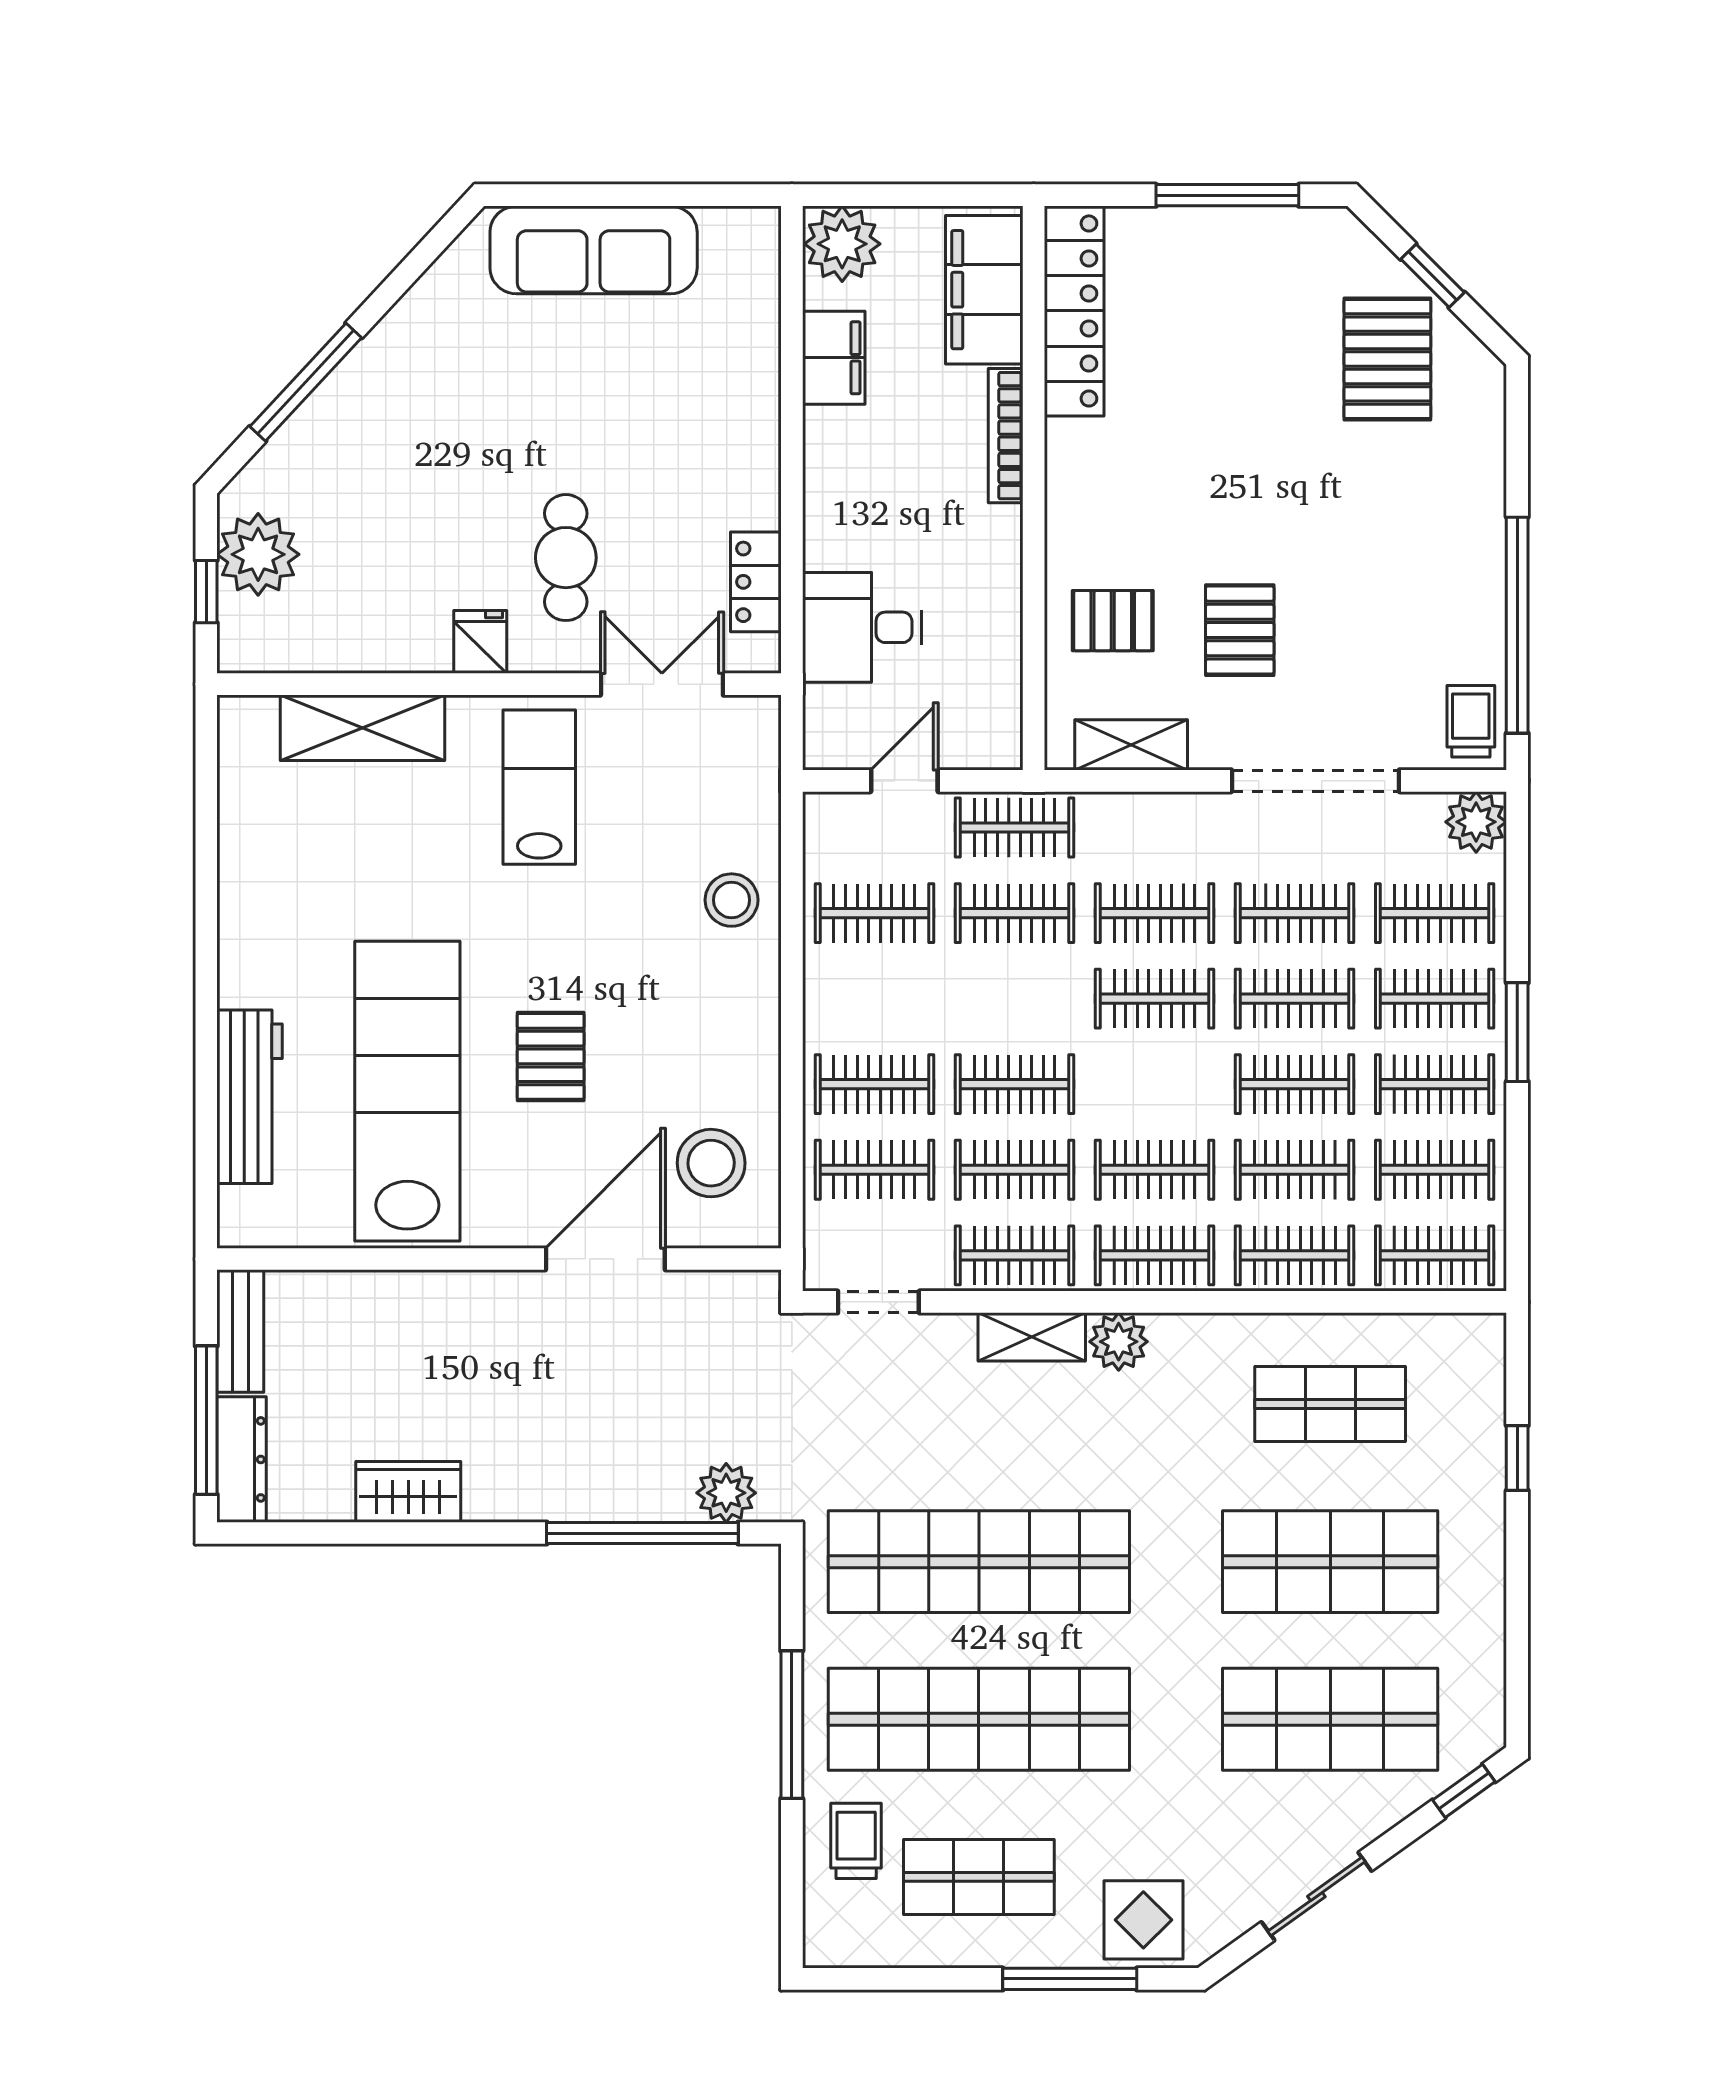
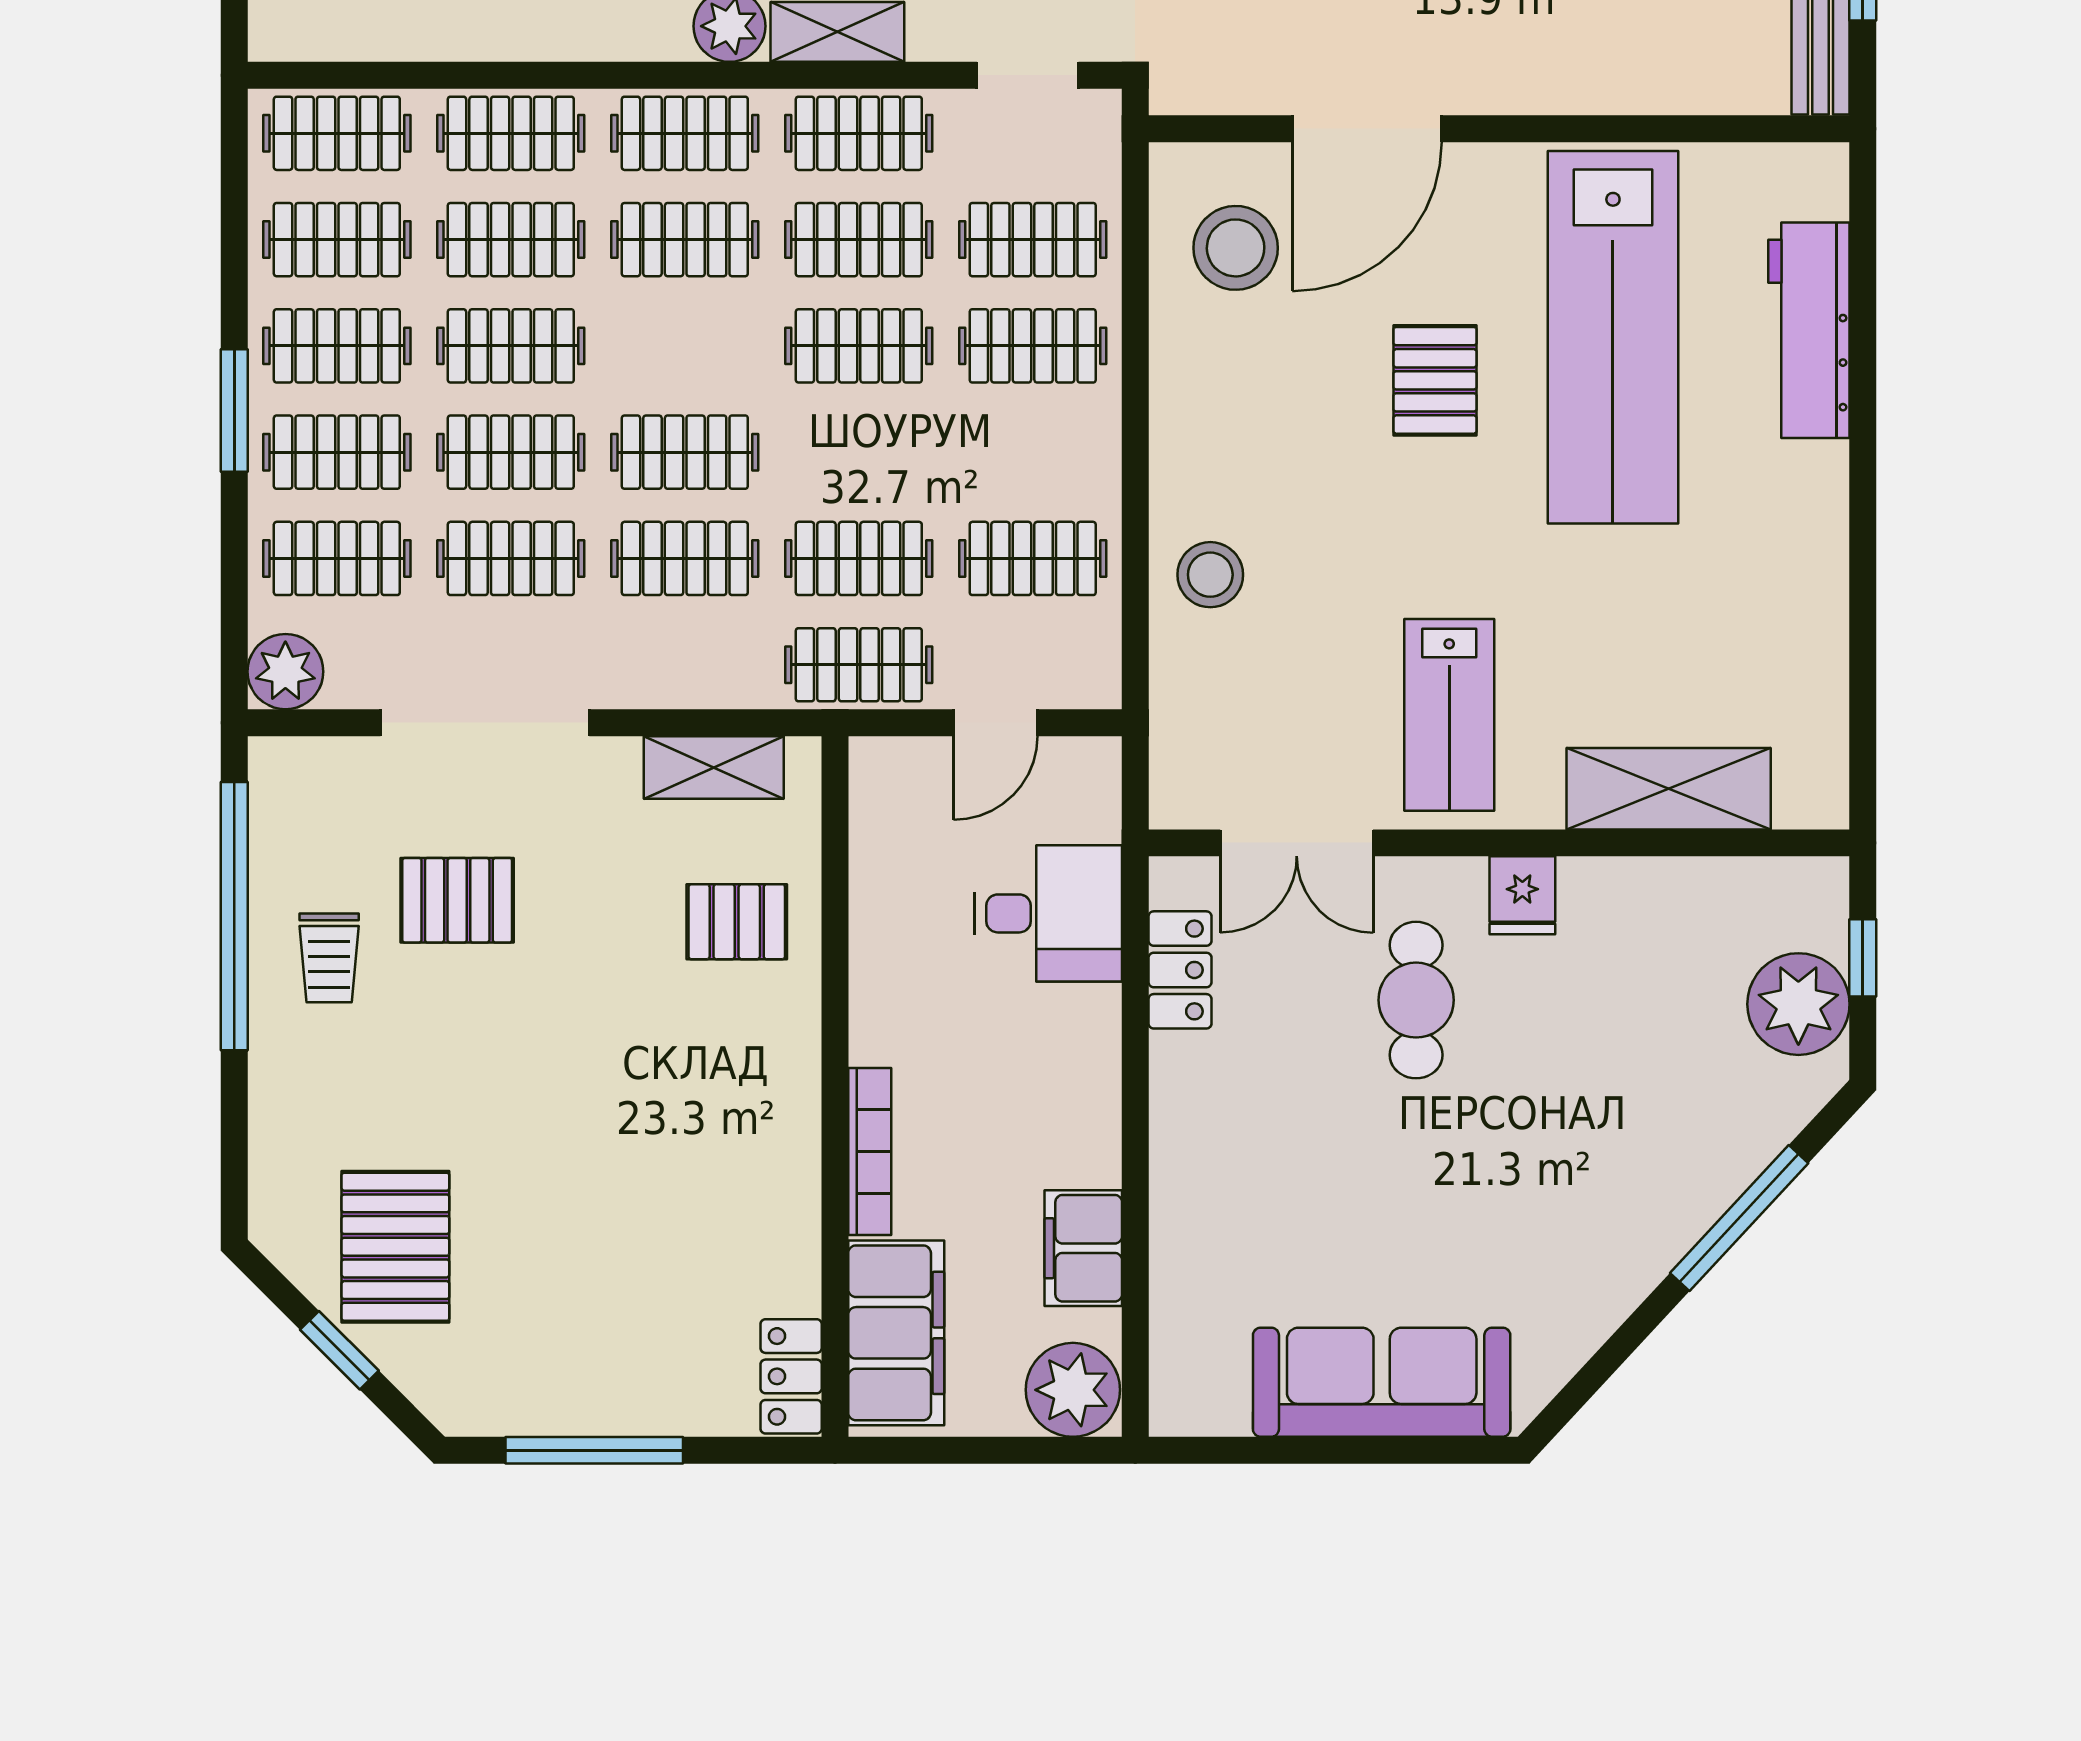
locker: (1074, 311) -> (791, 1376), width x0.46, depth x0.83
pallet: (1240, 630) -> (457, 900), moved, turned 90
trolley: (1471, 721) -> (329, 958), moved

